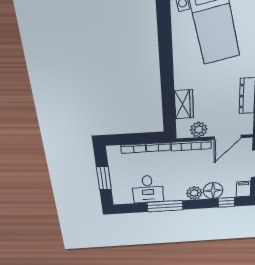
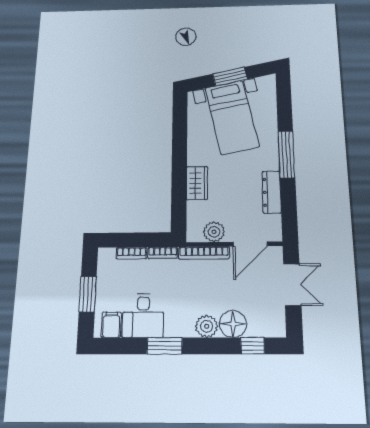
wardrobe: (184, 104) -> (197, 183), moved
filing cabinet: (244, 189) -> (111, 325), moved
window: (165, 206) -> (165, 346), width x0.69

